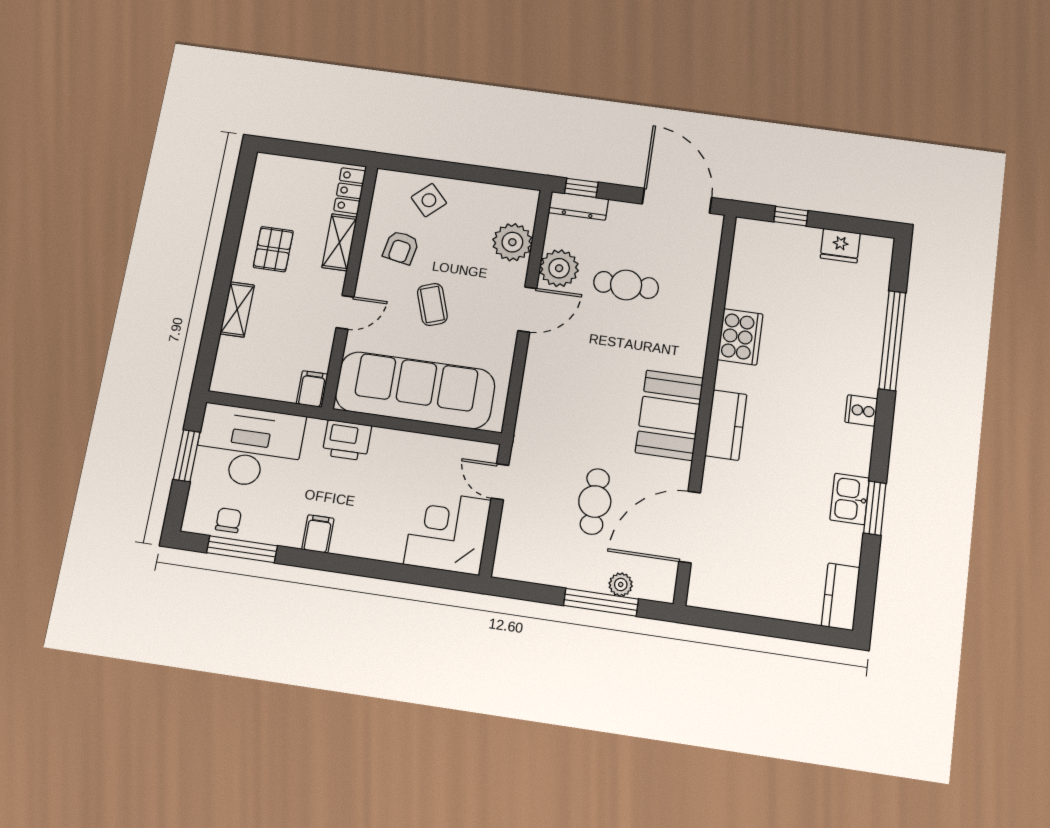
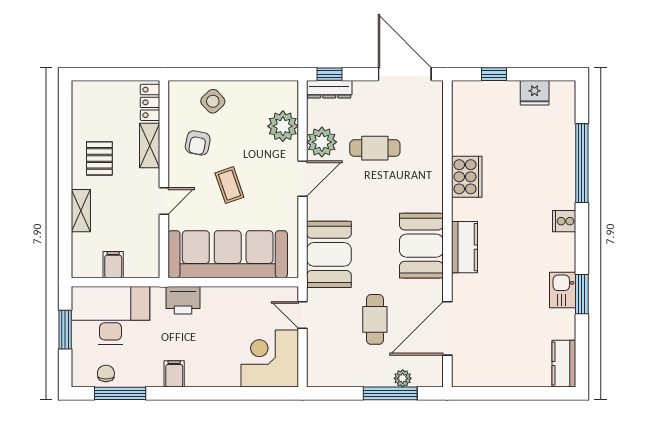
filing cabinet: (312, 389) -> (113, 265), moved
booth: (547, 409) -> (329, 254), added

